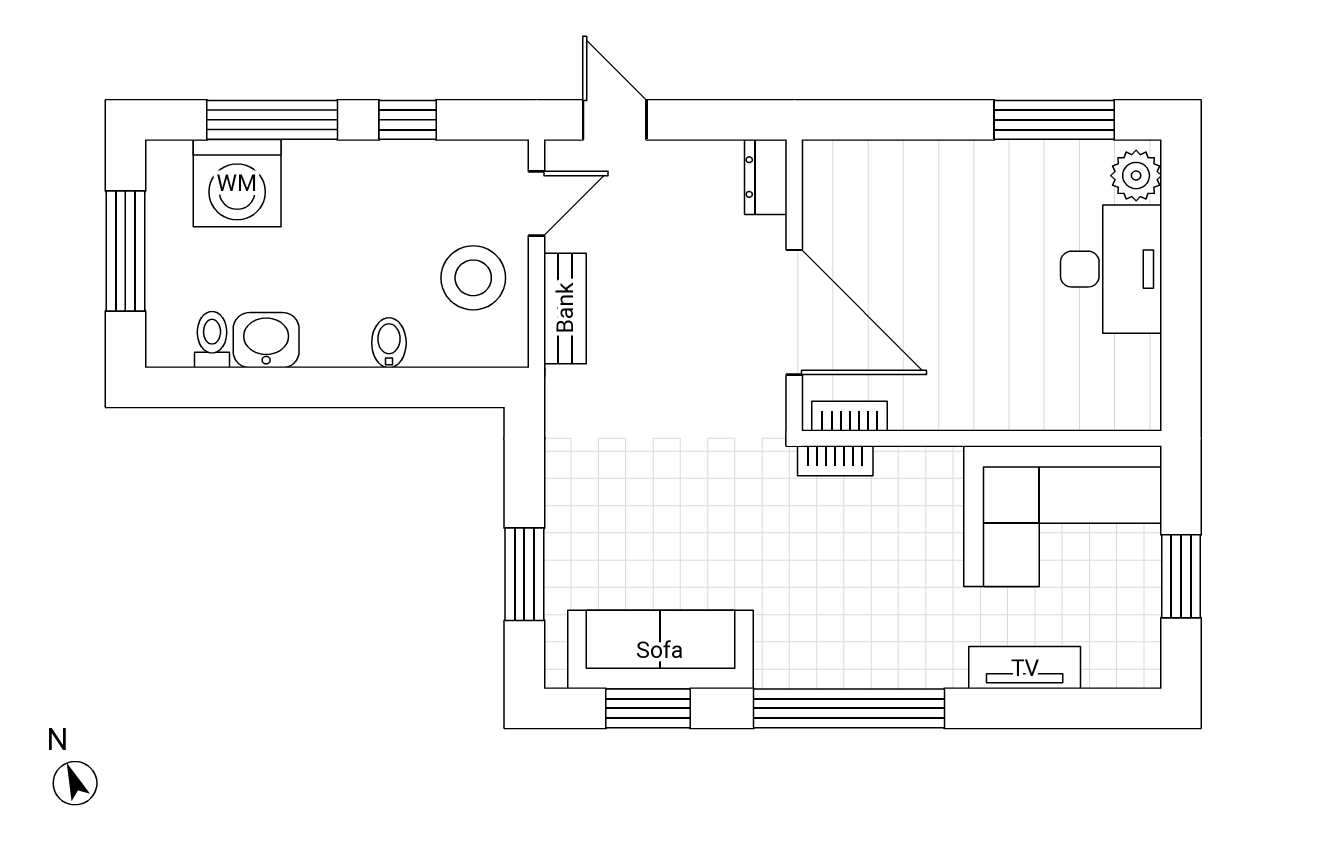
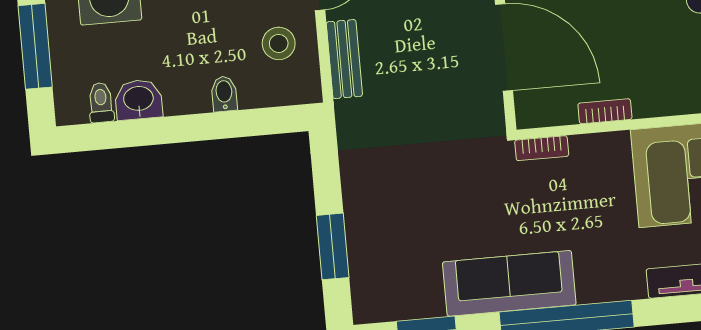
stool: (473, 278) -> (279, 43), width x0.73, depth x0.73
bookcase: (850, 416) -> (605, 111), moved
sofa: (660, 650) -> (509, 283), moved

